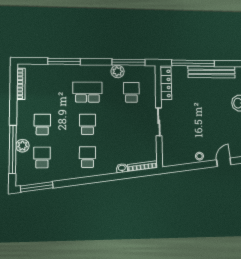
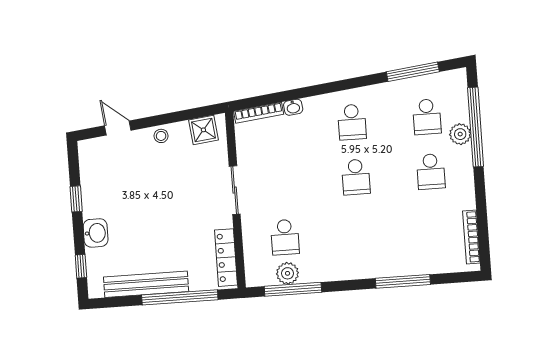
plant: (118, 71) -> (288, 273), moved
school desk: (87, 92) -> (360, 232), removed
shower: (175, 158) -> (203, 130), added
door: (224, 162) -> (118, 128), swing flipped
window: (37, 187) -> (413, 72), moved

